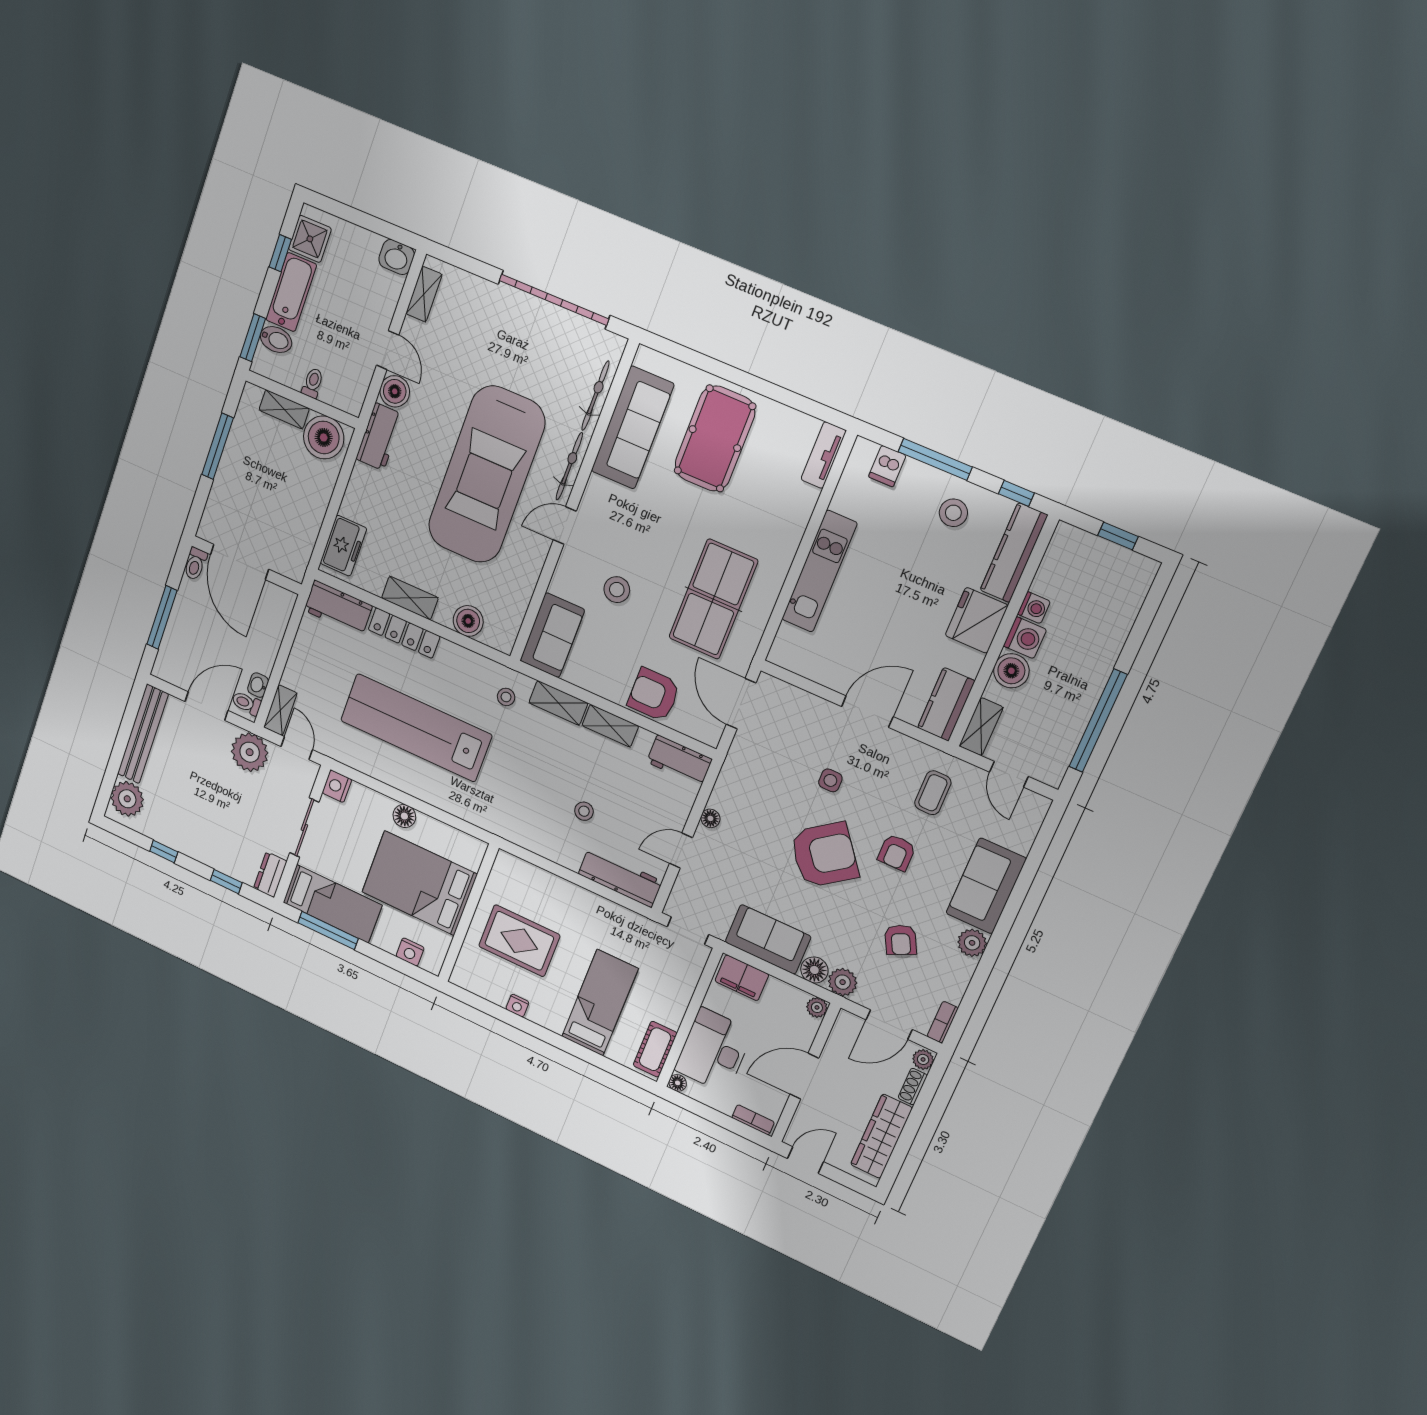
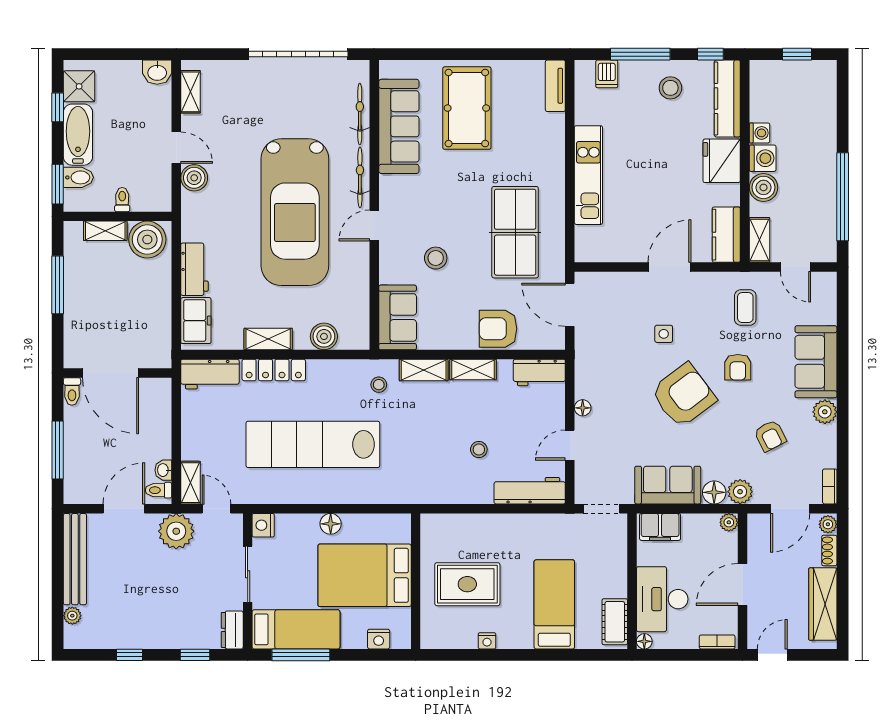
workbench: (379, 437) -> (194, 269), moved
plant: (127, 799) -> (72, 616), width x0.53, depth x0.53

